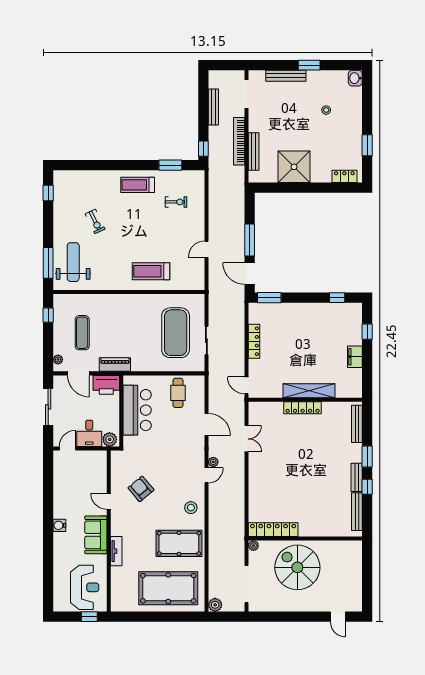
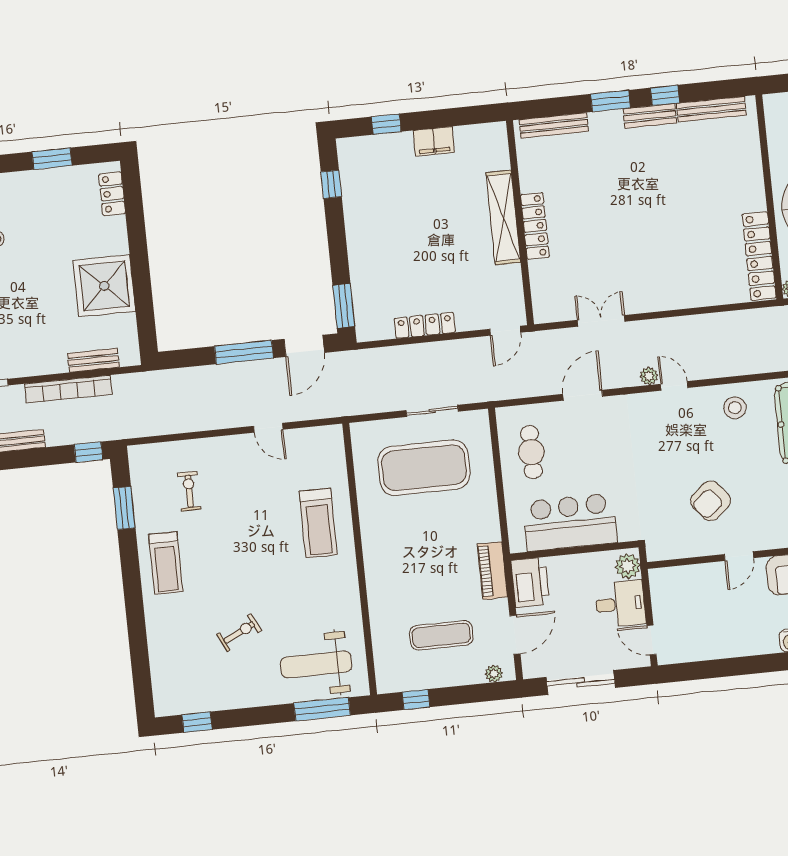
bench: (254, 152) -> (93, 360), width x0.73
cafe table: (178, 393) -> (531, 452), turned 90

